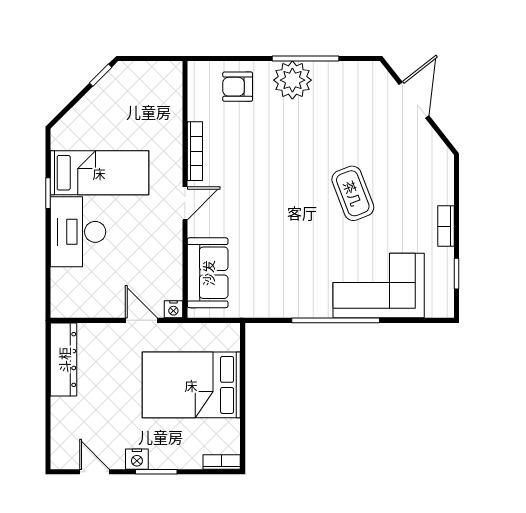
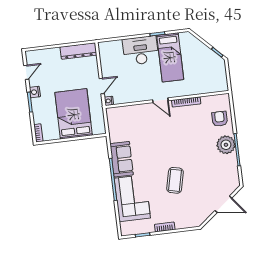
coffee table: (353, 193) -> (175, 180), turned -56
sofa: (208, 273) -> (122, 159), moved, turned -90

